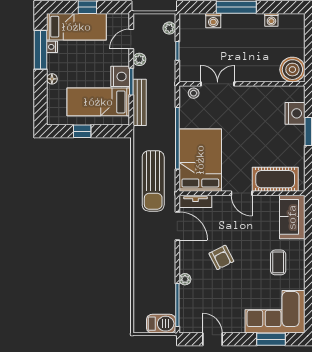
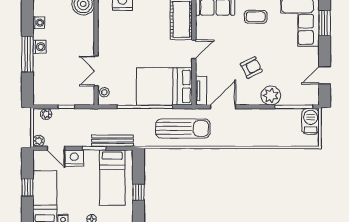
washing machine: (213, 21) -> (39, 47), moved
plant: (139, 59) -> (39, 141), moved
nightstand: (120, 76) -> (74, 158), moved
plant: (185, 279) -> (271, 95), width x1.87, depth x1.87

